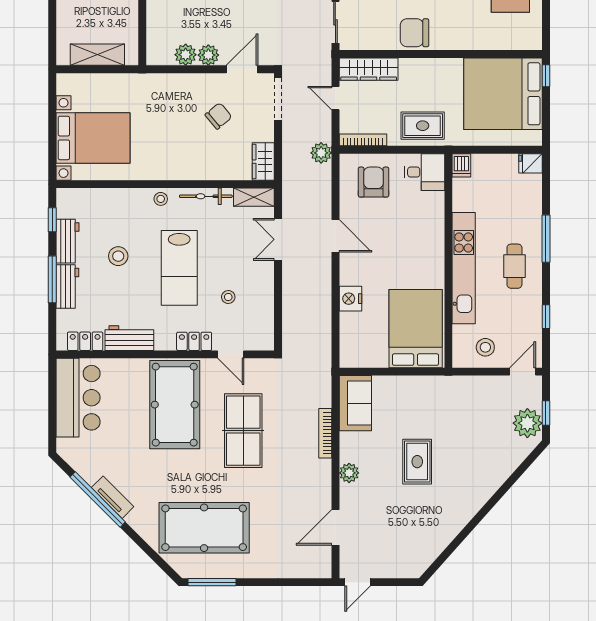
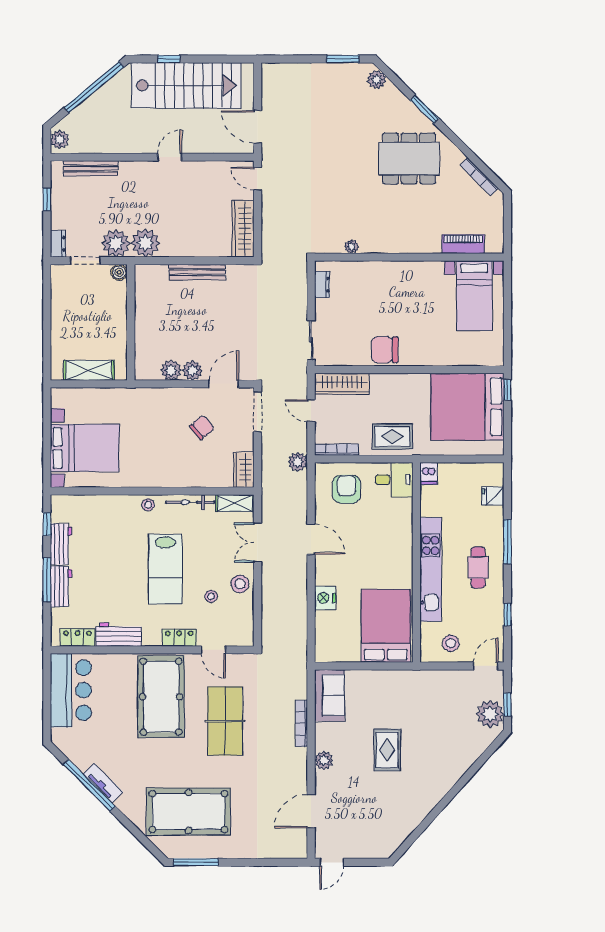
fridge: (530, 163) -> (493, 496), moved
stool: (118, 256) -> (240, 584), moved

